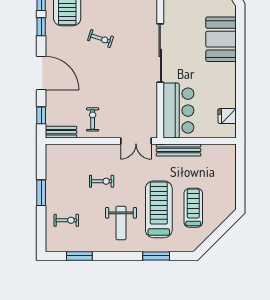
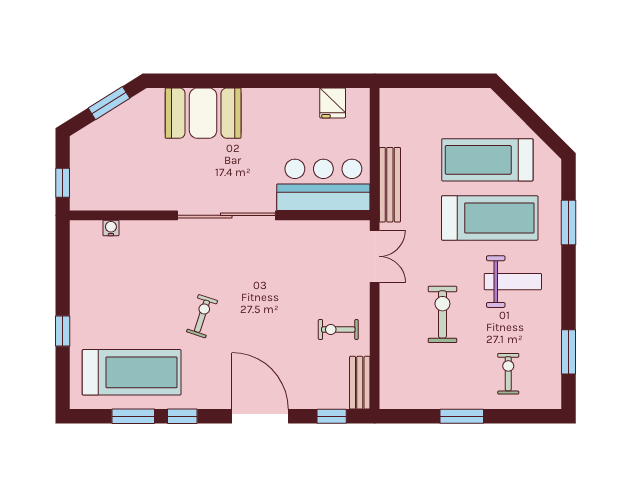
door: (41, 73) -> (260, 416), hinge flipped
exercise bike: (102, 181) -> (442, 314), width x1.38, depth x1.39
treadmill: (193, 208) -> (487, 160), width x1.37, depth x1.38
treadmill: (159, 209) -> (490, 218), turned 180

